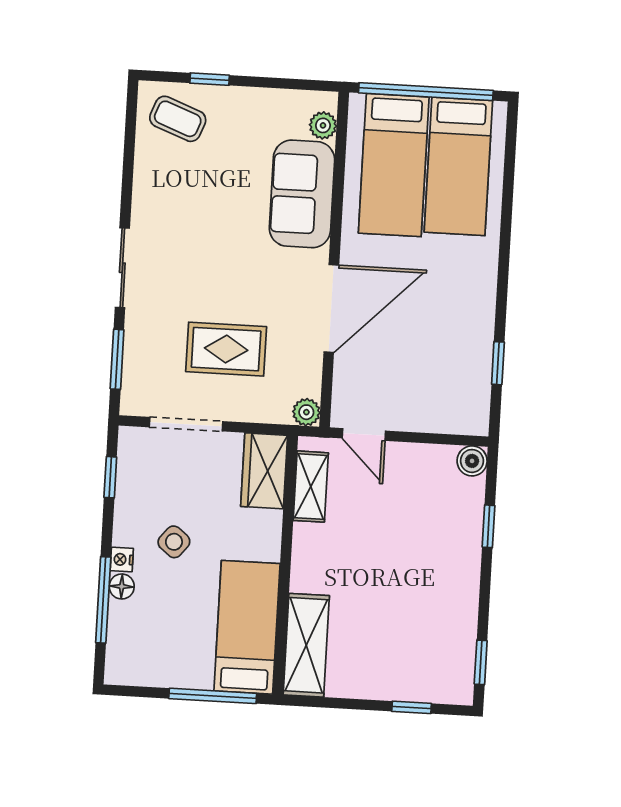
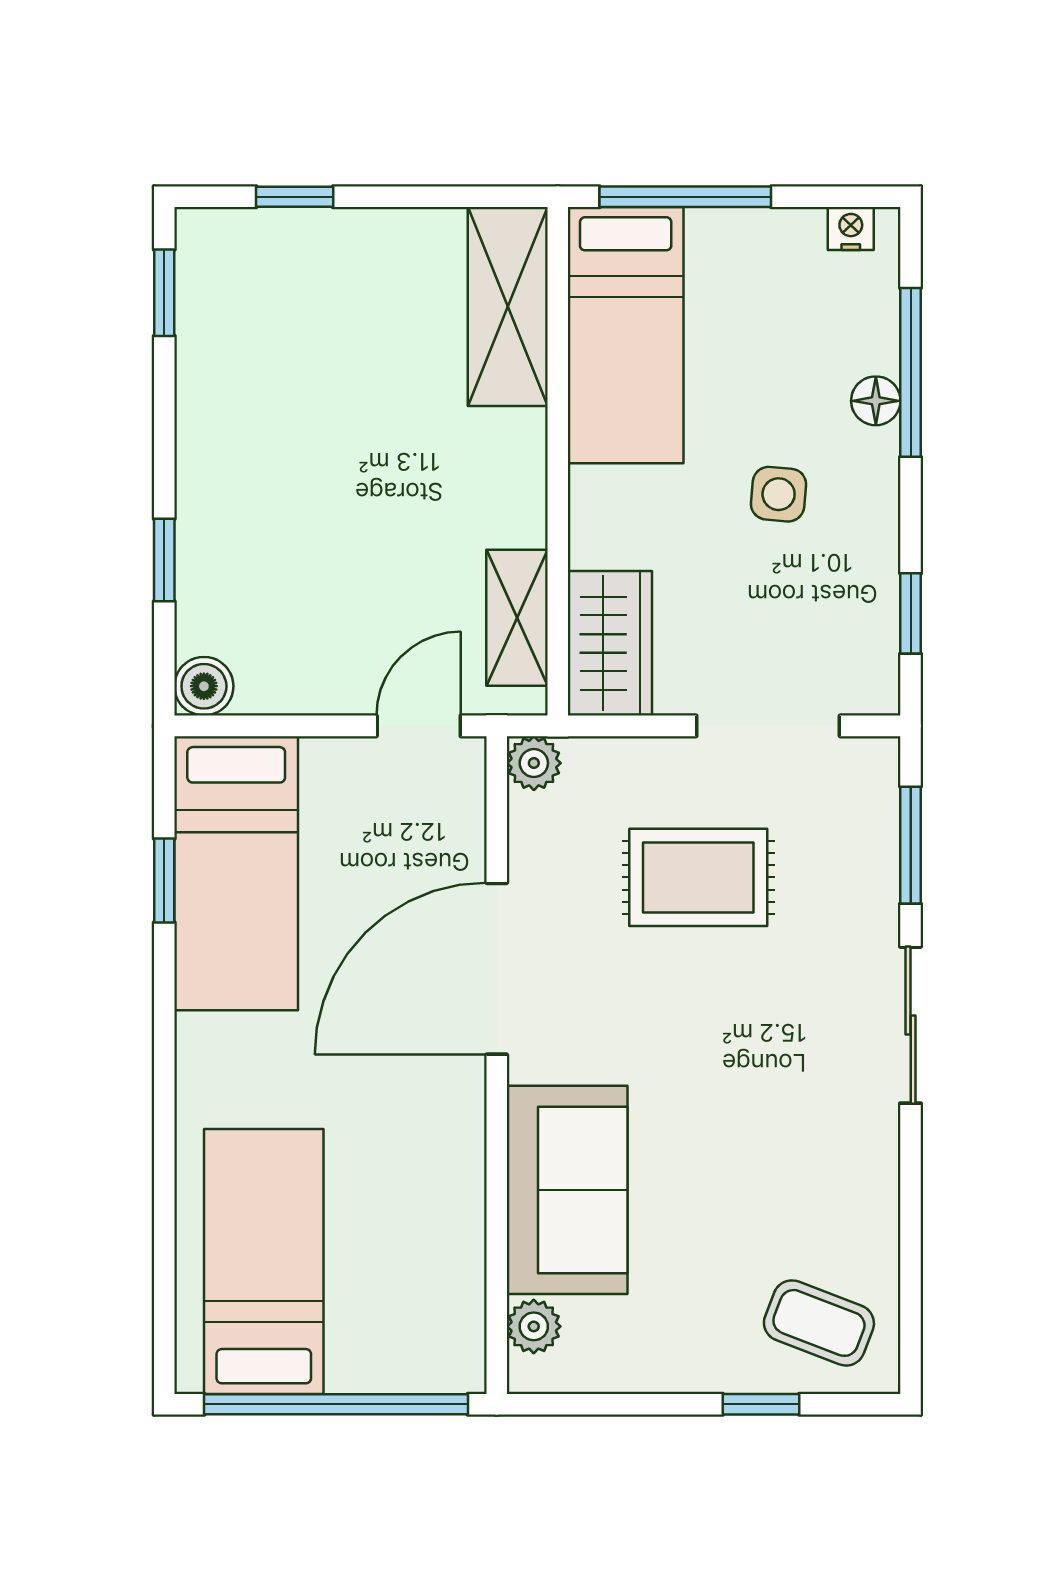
bed: (394, 165) -> (236, 873), moved, turned 180
door: (364, 434) -> (419, 726), hinge flipped
side table: (174, 542) -> (779, 494), turned -34
nightstand: (122, 559) -> (851, 228), moved, turned -90

